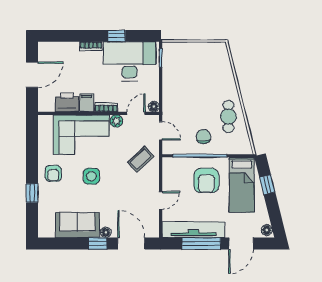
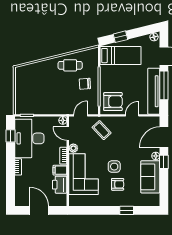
window: (117, 36) -> (11, 136), moved
armchair: (53, 173) -> (118, 184), moved
armchair: (206, 180) -> (113, 102), moved
door: (161, 200) -> (132, 115), hinge flipped

